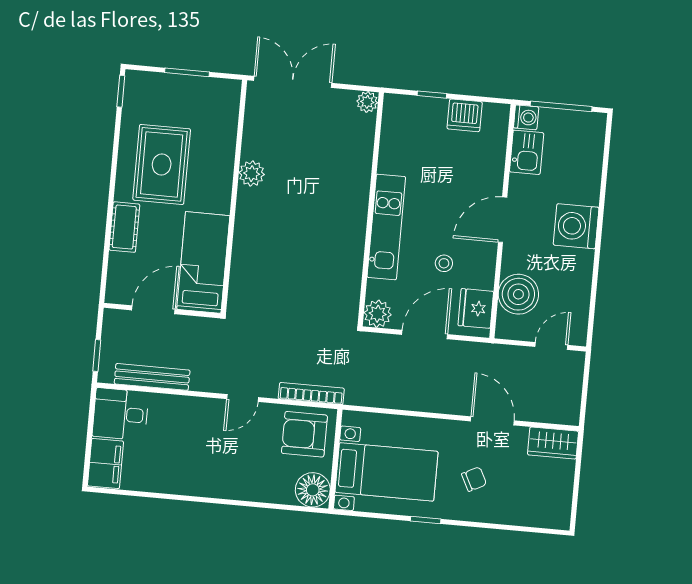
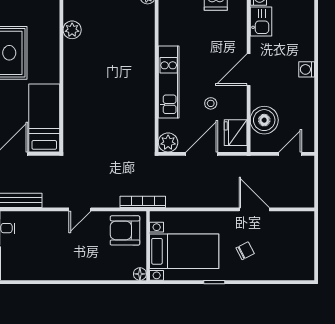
plant: (252, 174) -> (72, 30), moved
washing machine: (576, 226) -> (307, 69), width x0.53, depth x0.53
bookcase: (311, 393) -> (143, 202), moved
wardrobe: (553, 443) -> (297, 221), removed
floor lamp: (313, 490) -> (140, 274), width x0.53, depth x0.53

